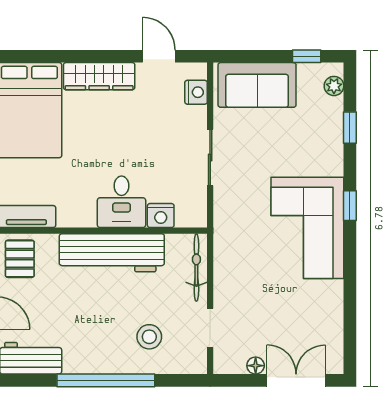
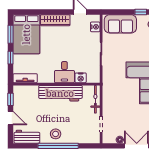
pallet: (20, 259) -> (22, 96), removed
stool: (149, 337) -> (56, 134), moved

